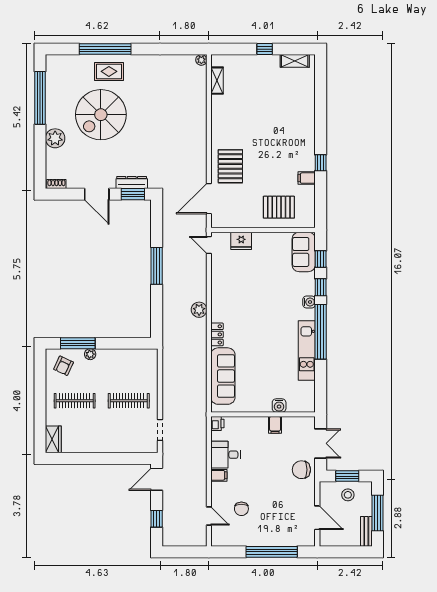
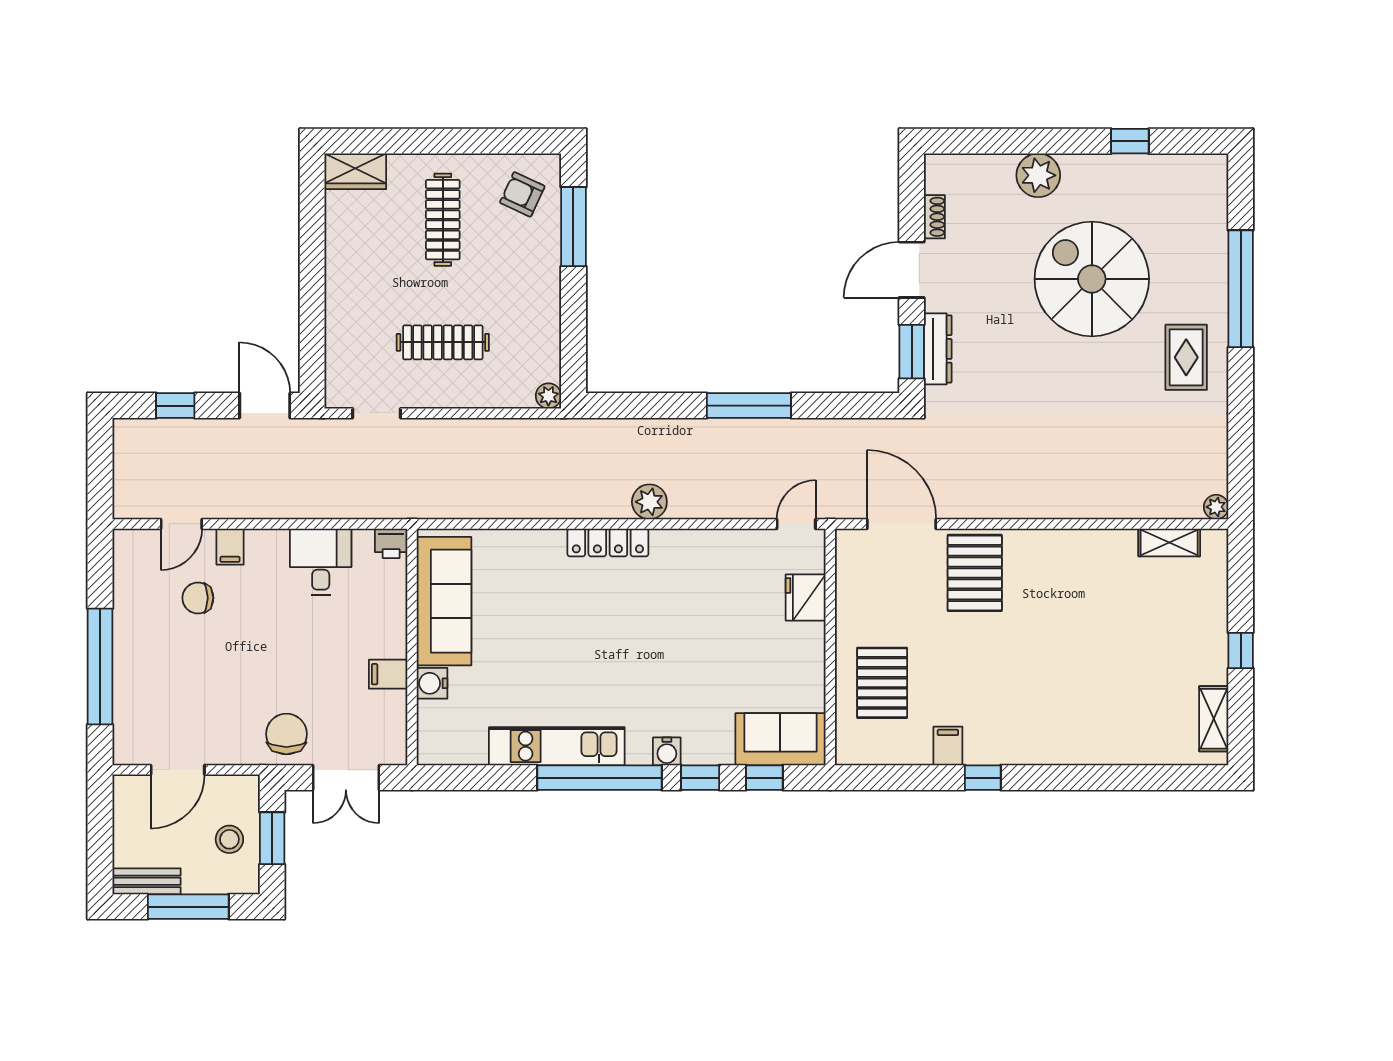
rug: (109, 71) -> (1186, 357), moved
window: (40, 98) -> (1130, 141), width x0.32
pallet: (230, 166) -> (975, 573), turned 90
shoe rack: (56, 184) -> (934, 217), moved
locker: (217, 334) -> (608, 542), width x1.53
plant: (90, 354) -> (548, 396), moved
sofa: (223, 376) -> (444, 601), moved, turned -90
clothes rail: (129, 401) -> (443, 342), turned 90
filing cabinet: (219, 475) -> (230, 547), moved

